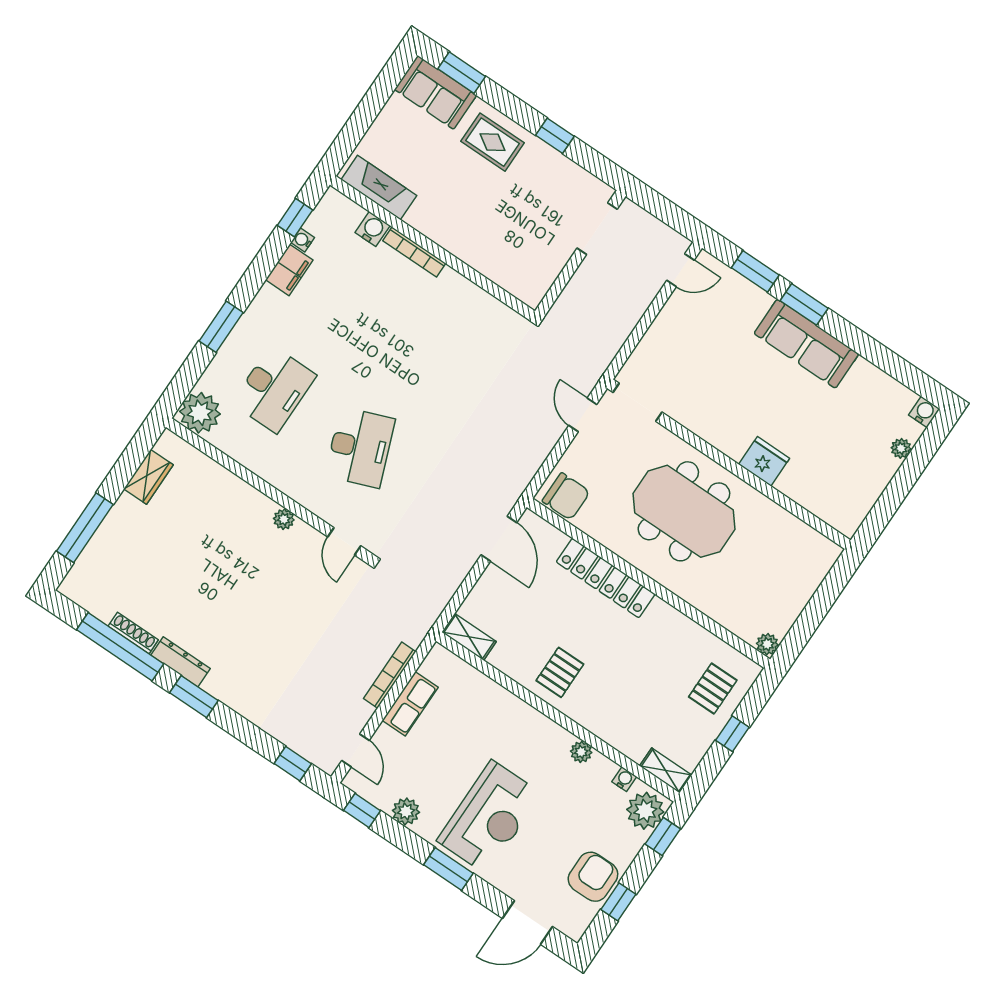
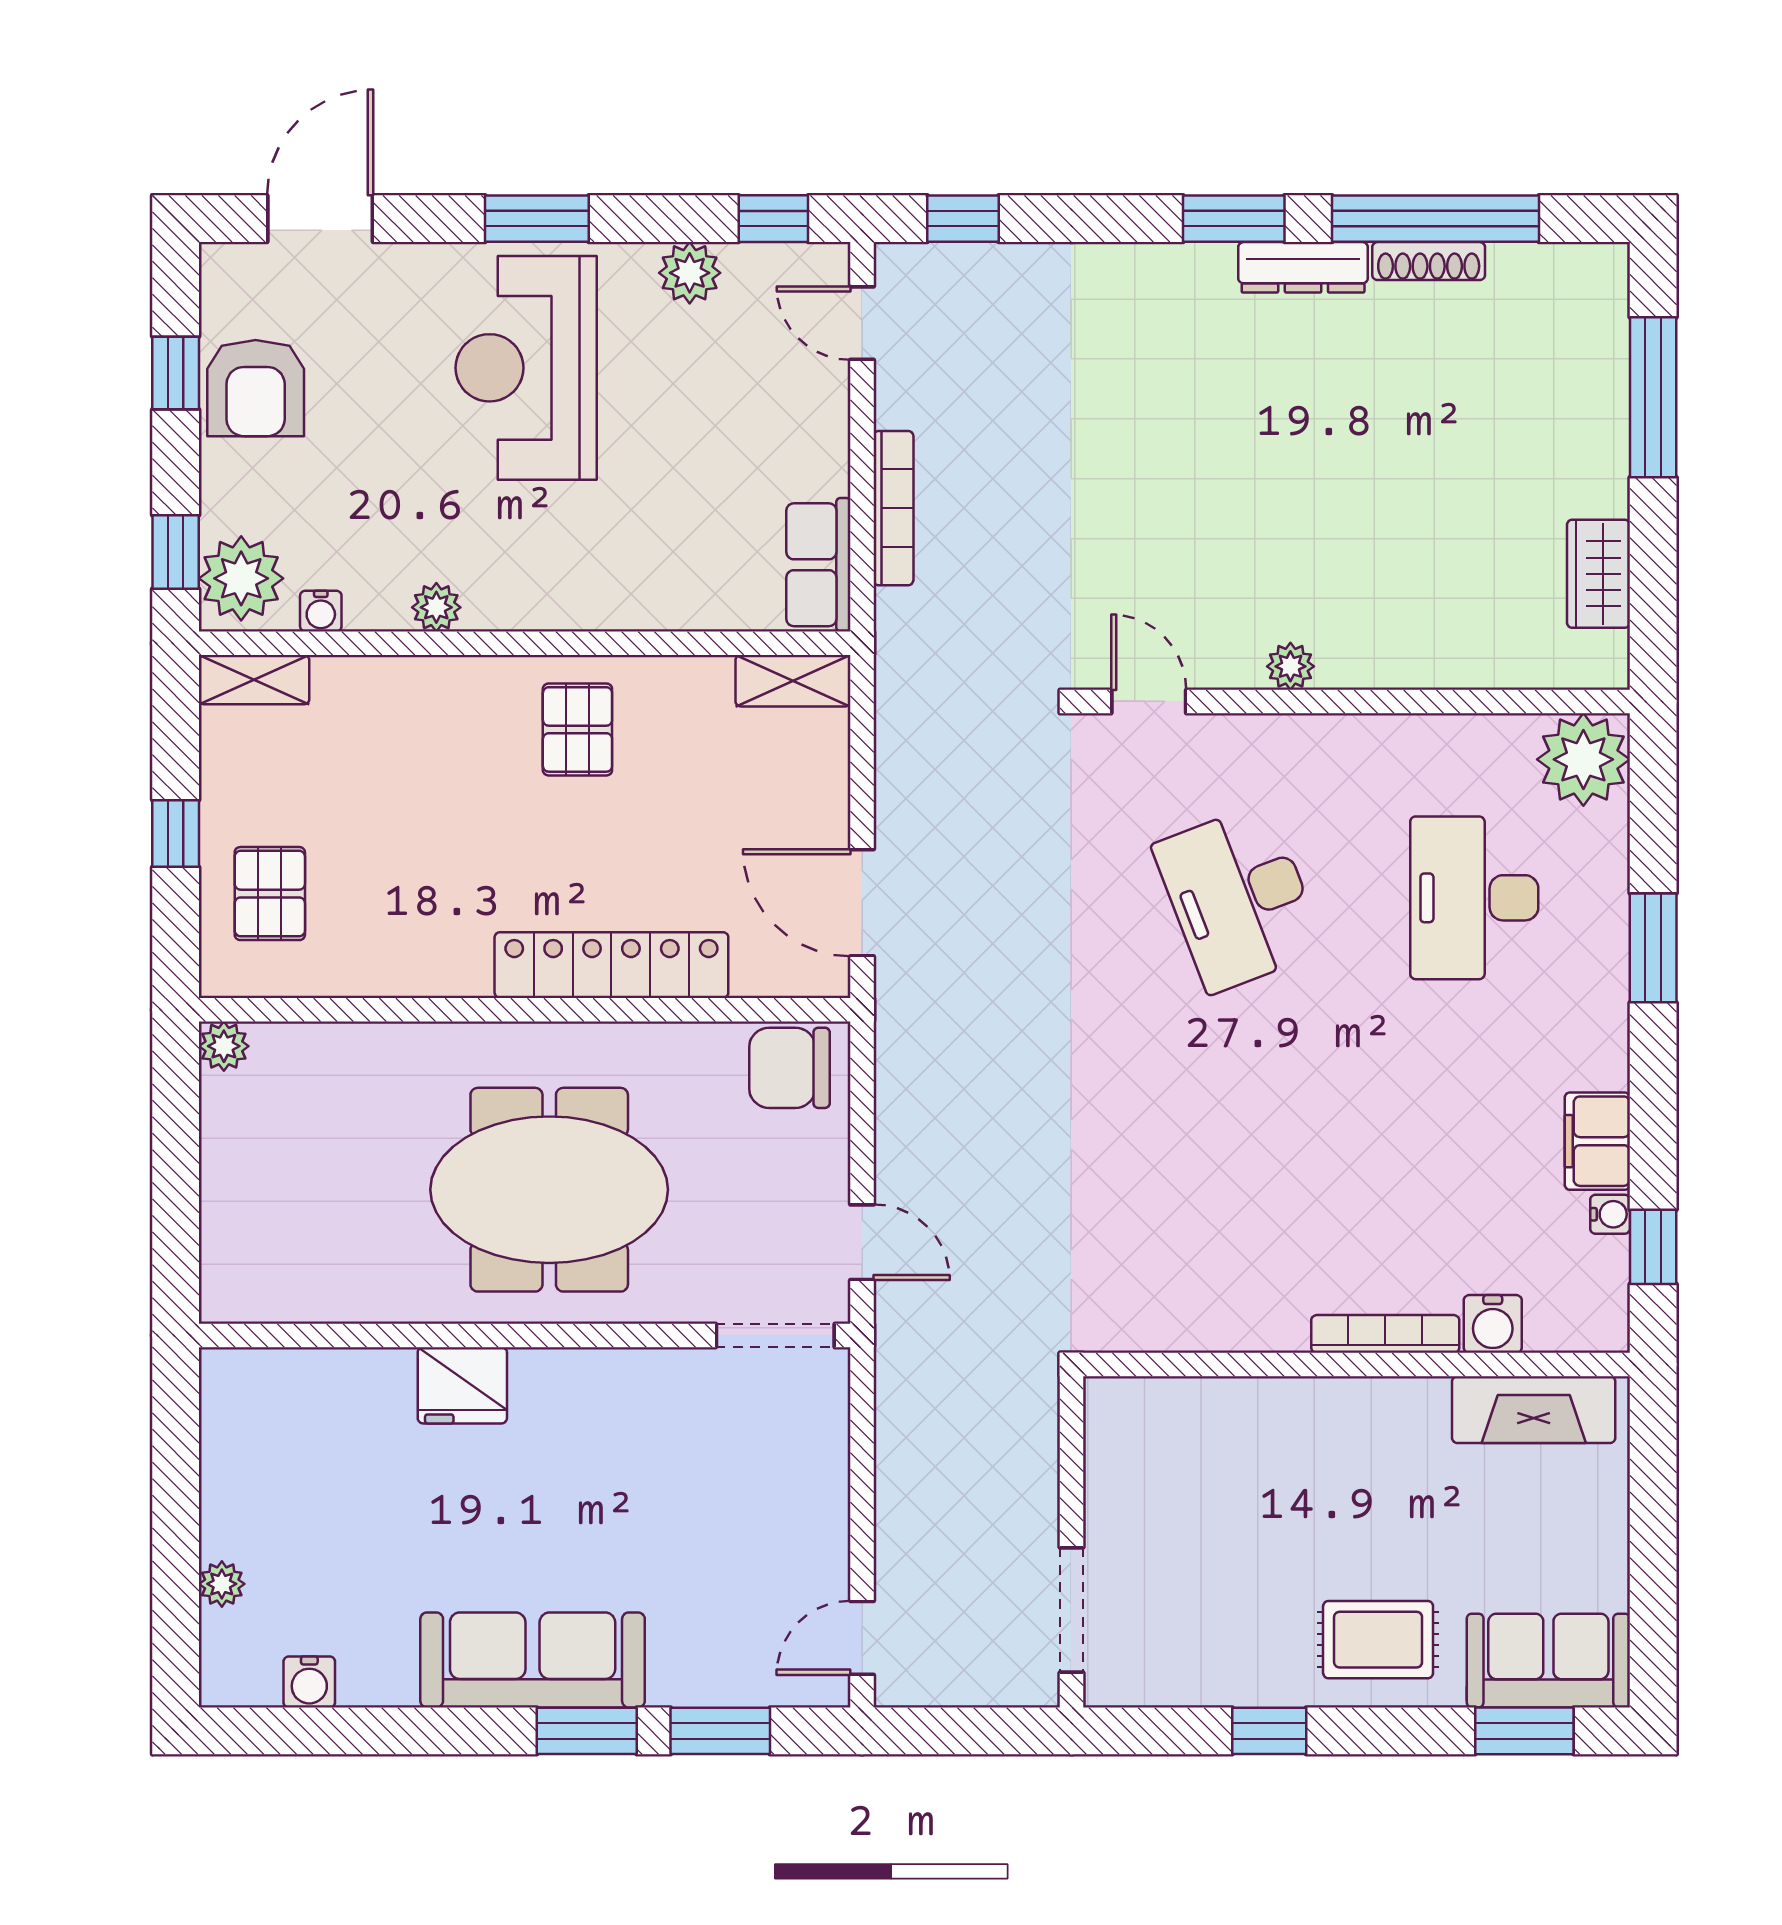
water cooler: (924, 412) -> (309, 1682), moved
row of seats: (410, 704) -> (818, 565), moved

